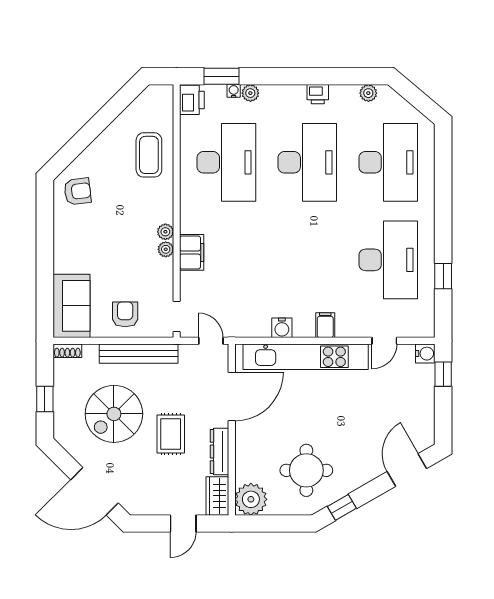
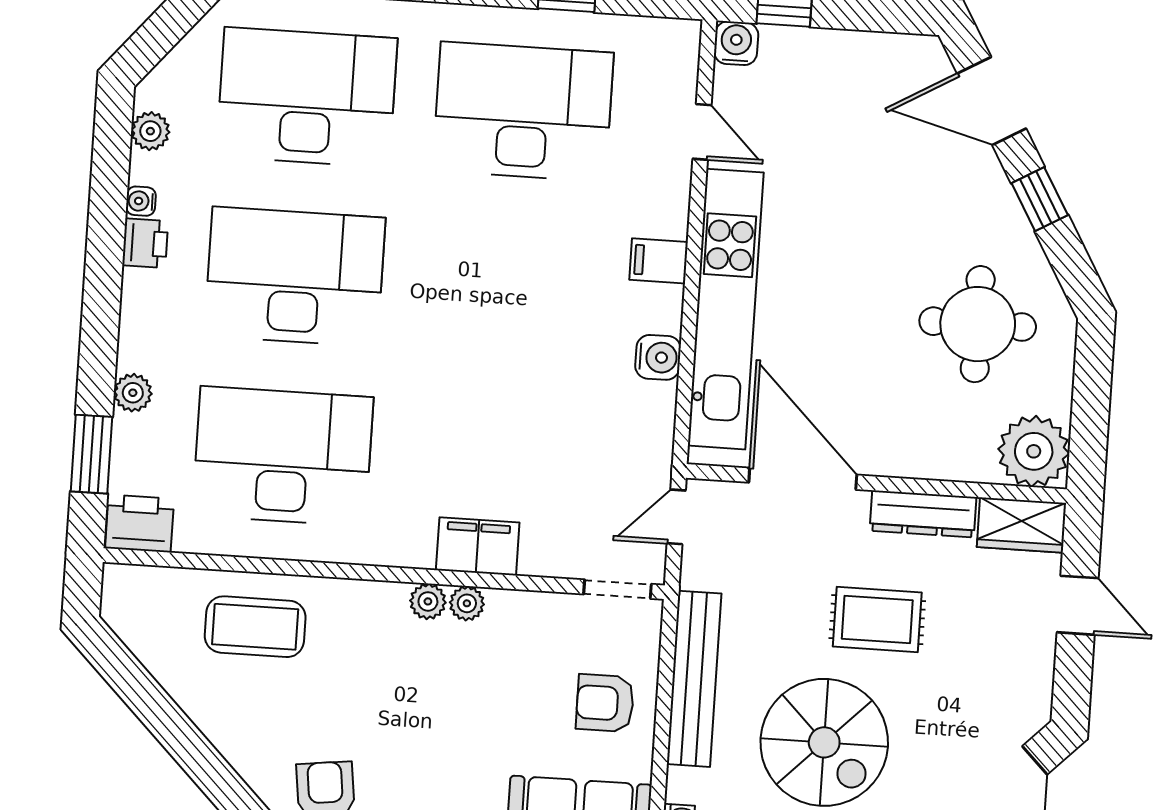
water cooler: (234, 91) -> (141, 201), moved
window: (342, 507) -> (1040, 199), moved

